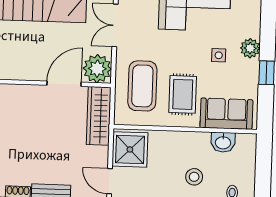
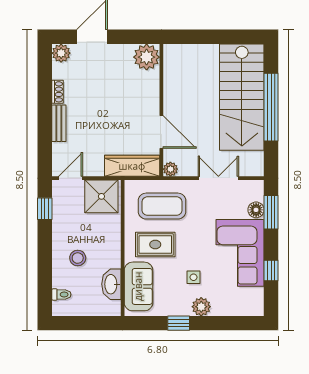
plant: (97, 69) -> (170, 169), width x0.53, depth x0.53
washbasin: (223, 142) -> (111, 284), width x1.38

